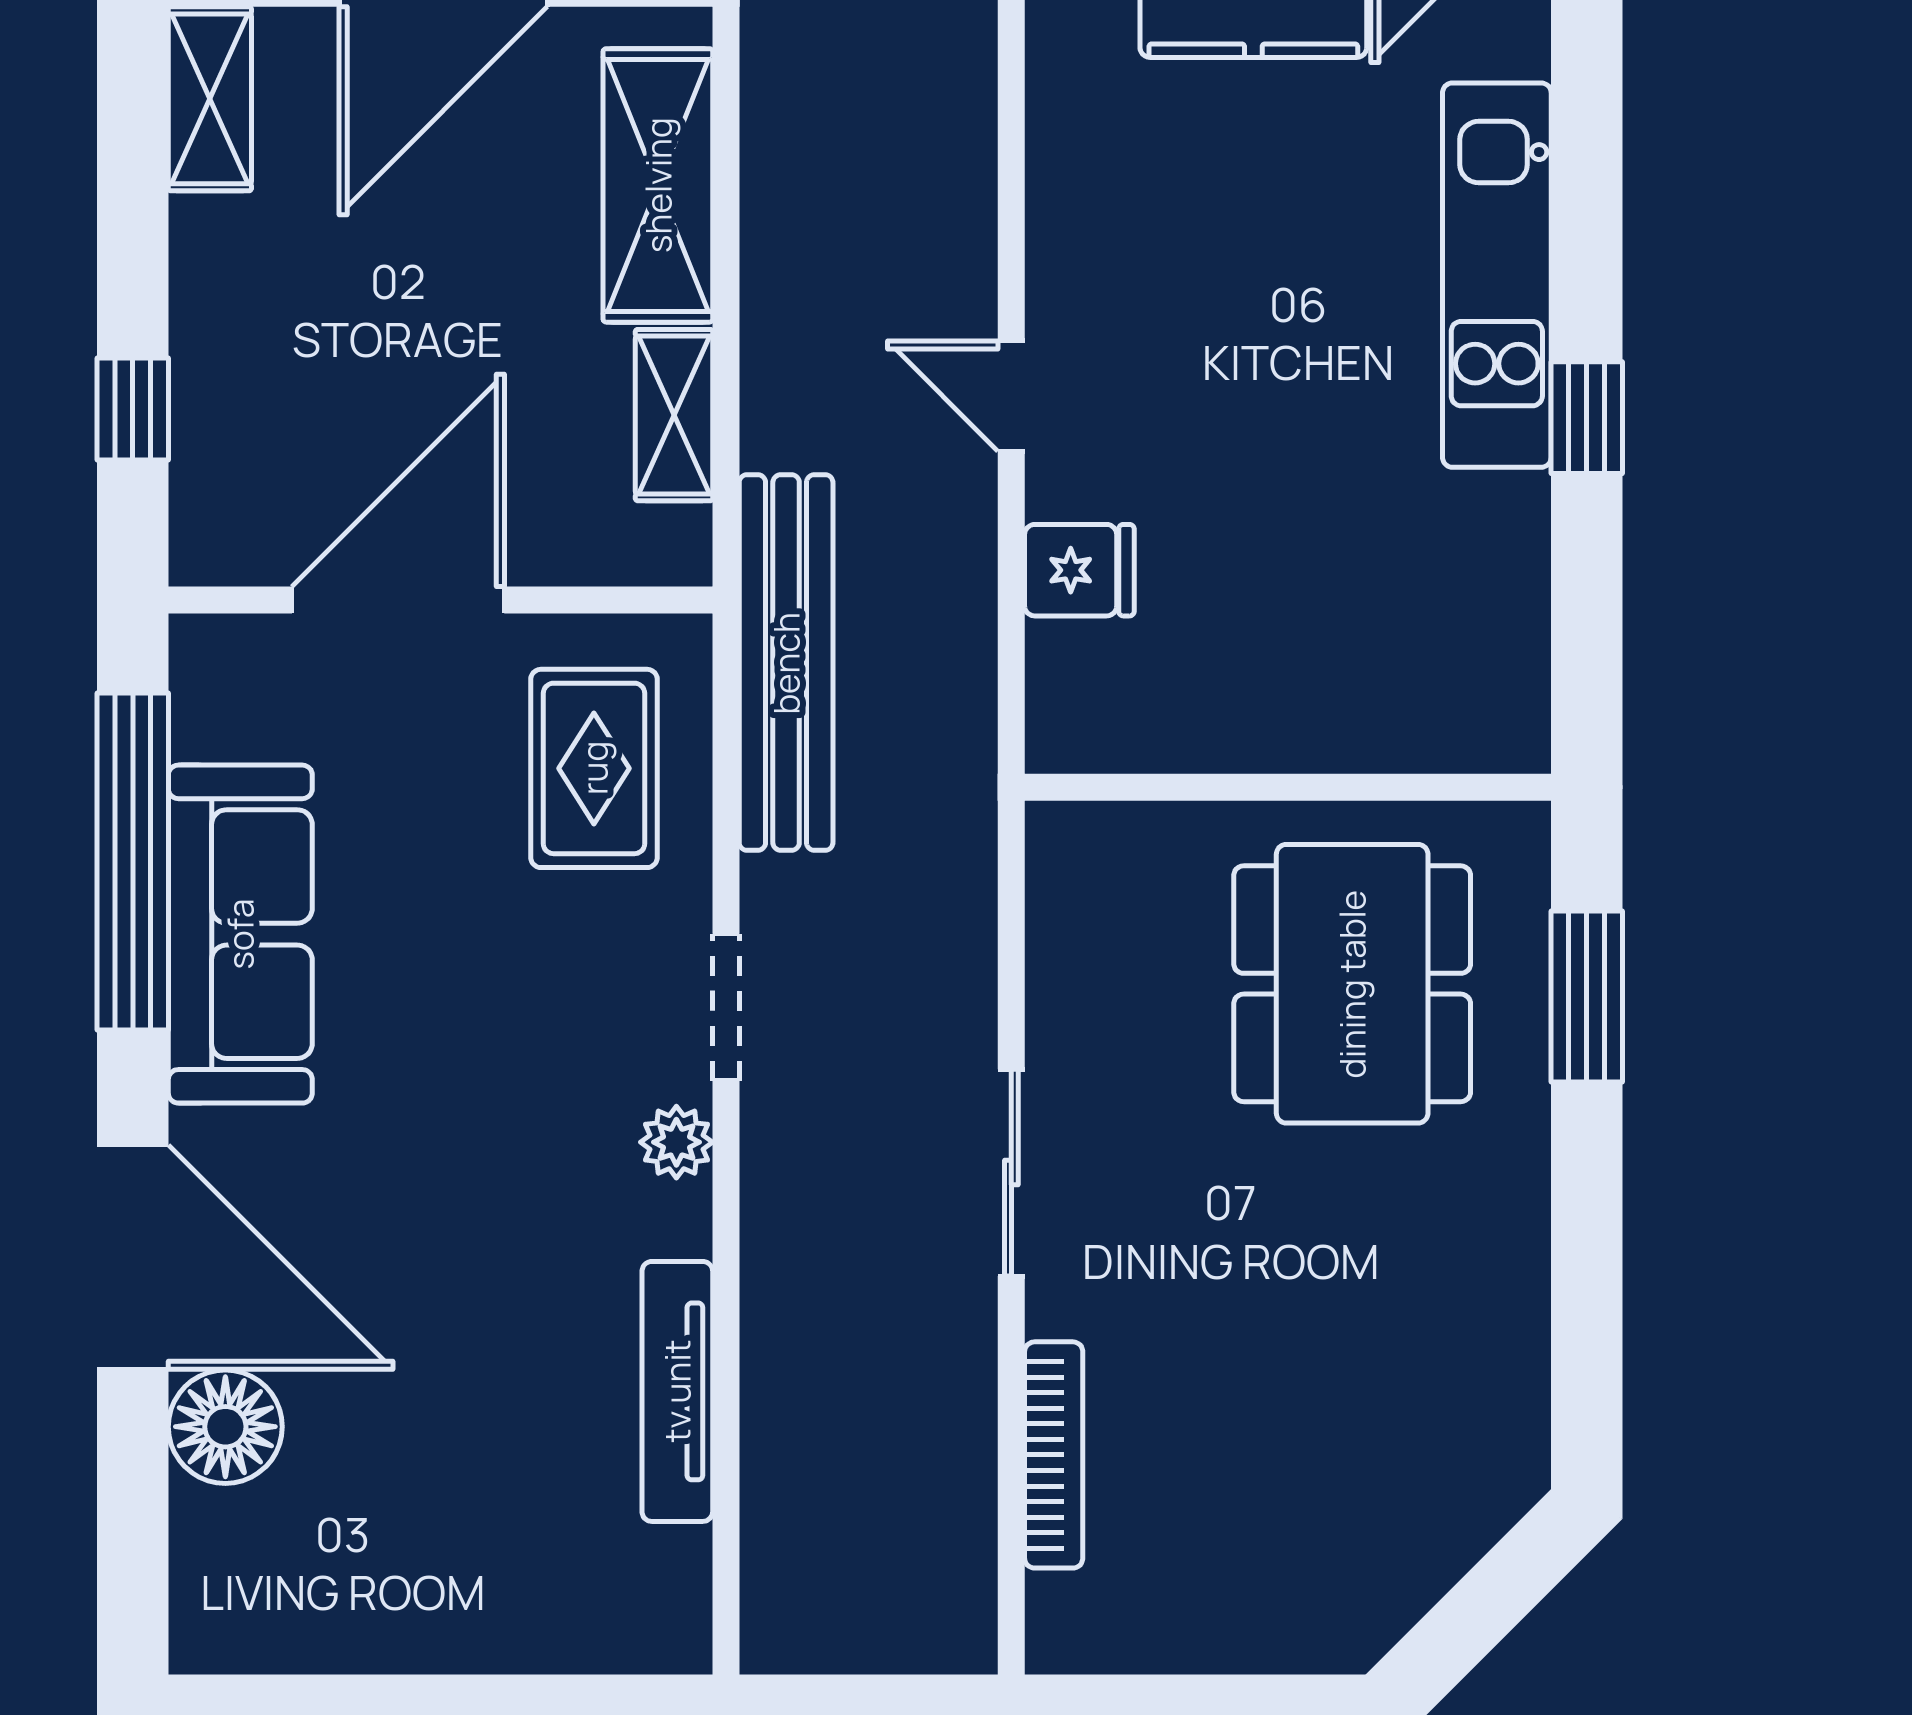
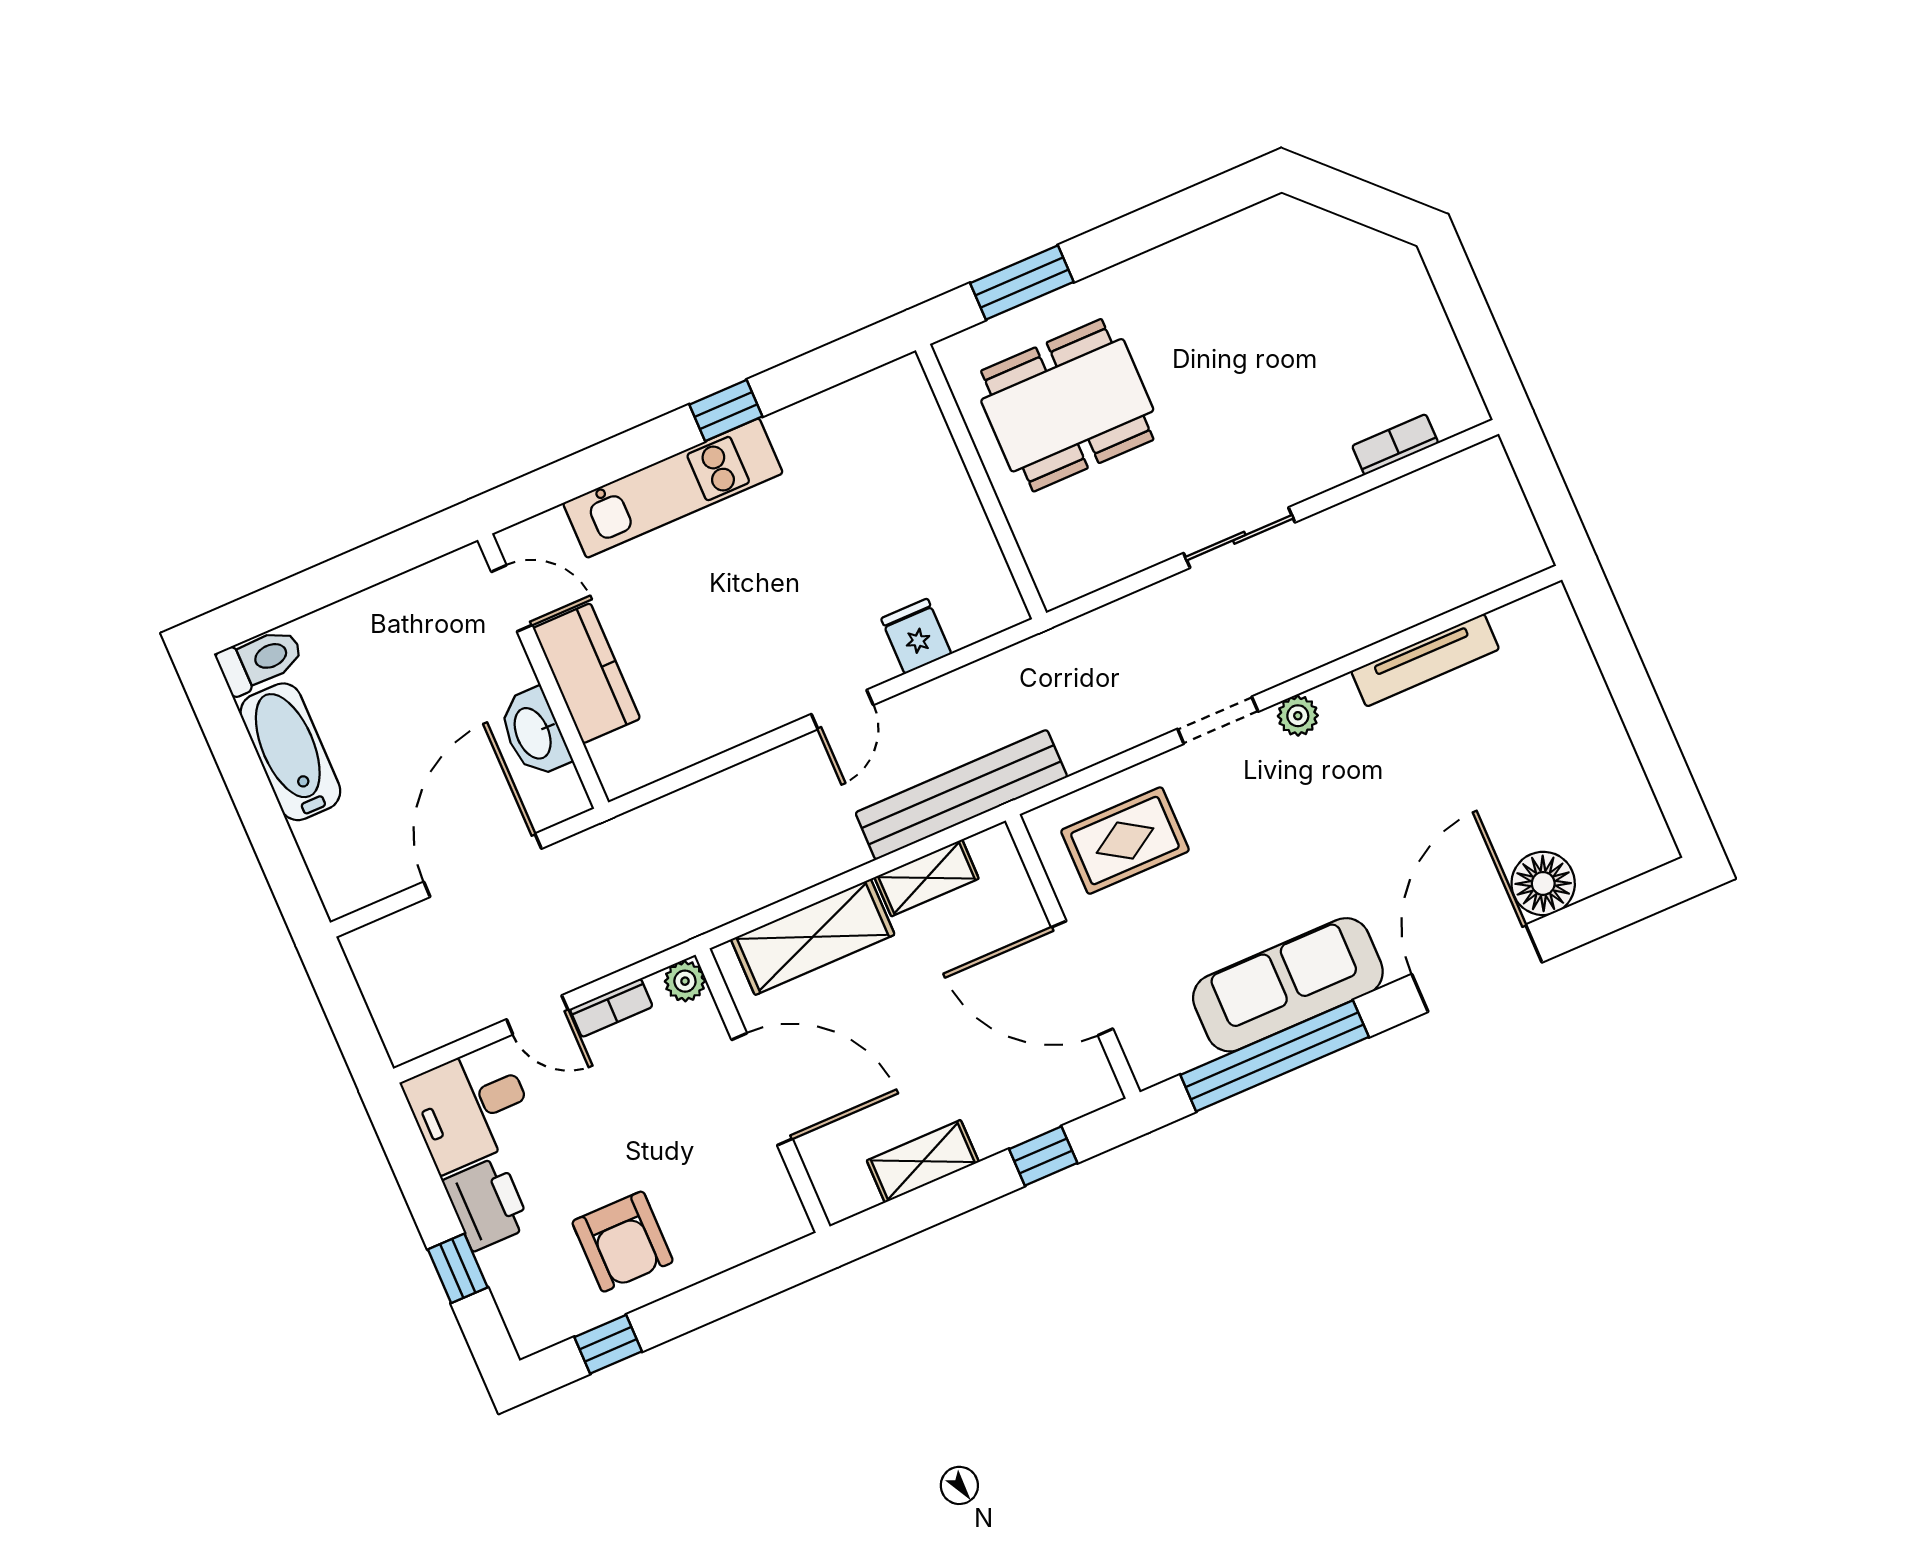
shelving: (210, 99) -> (923, 1161), moved
bench: (786, 663) -> (961, 795), moved
bookcase: (1054, 1455) -> (1395, 445), width x0.64

